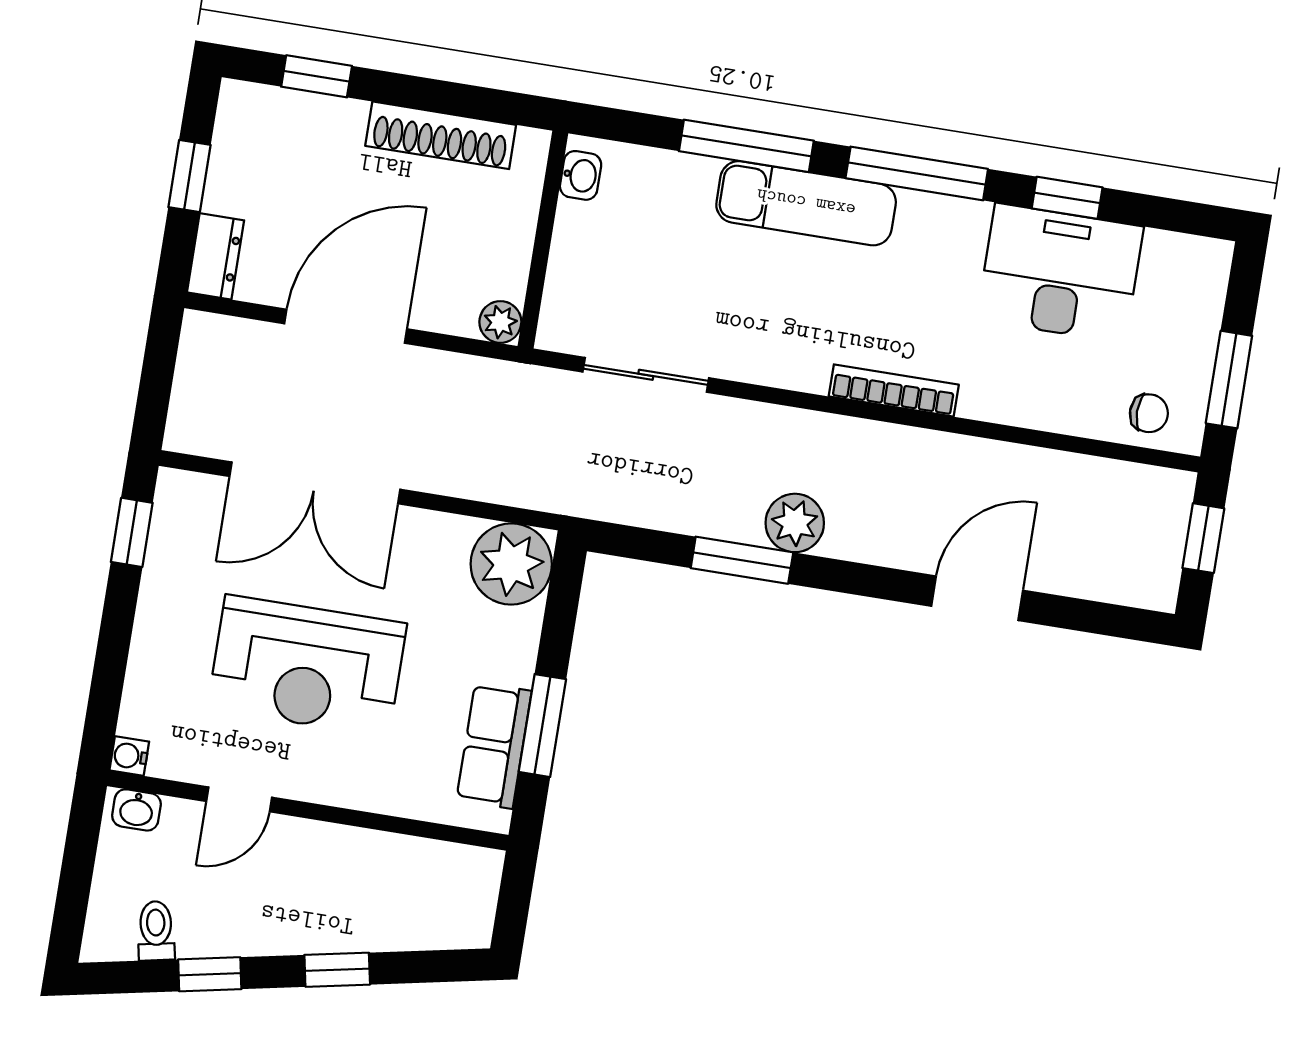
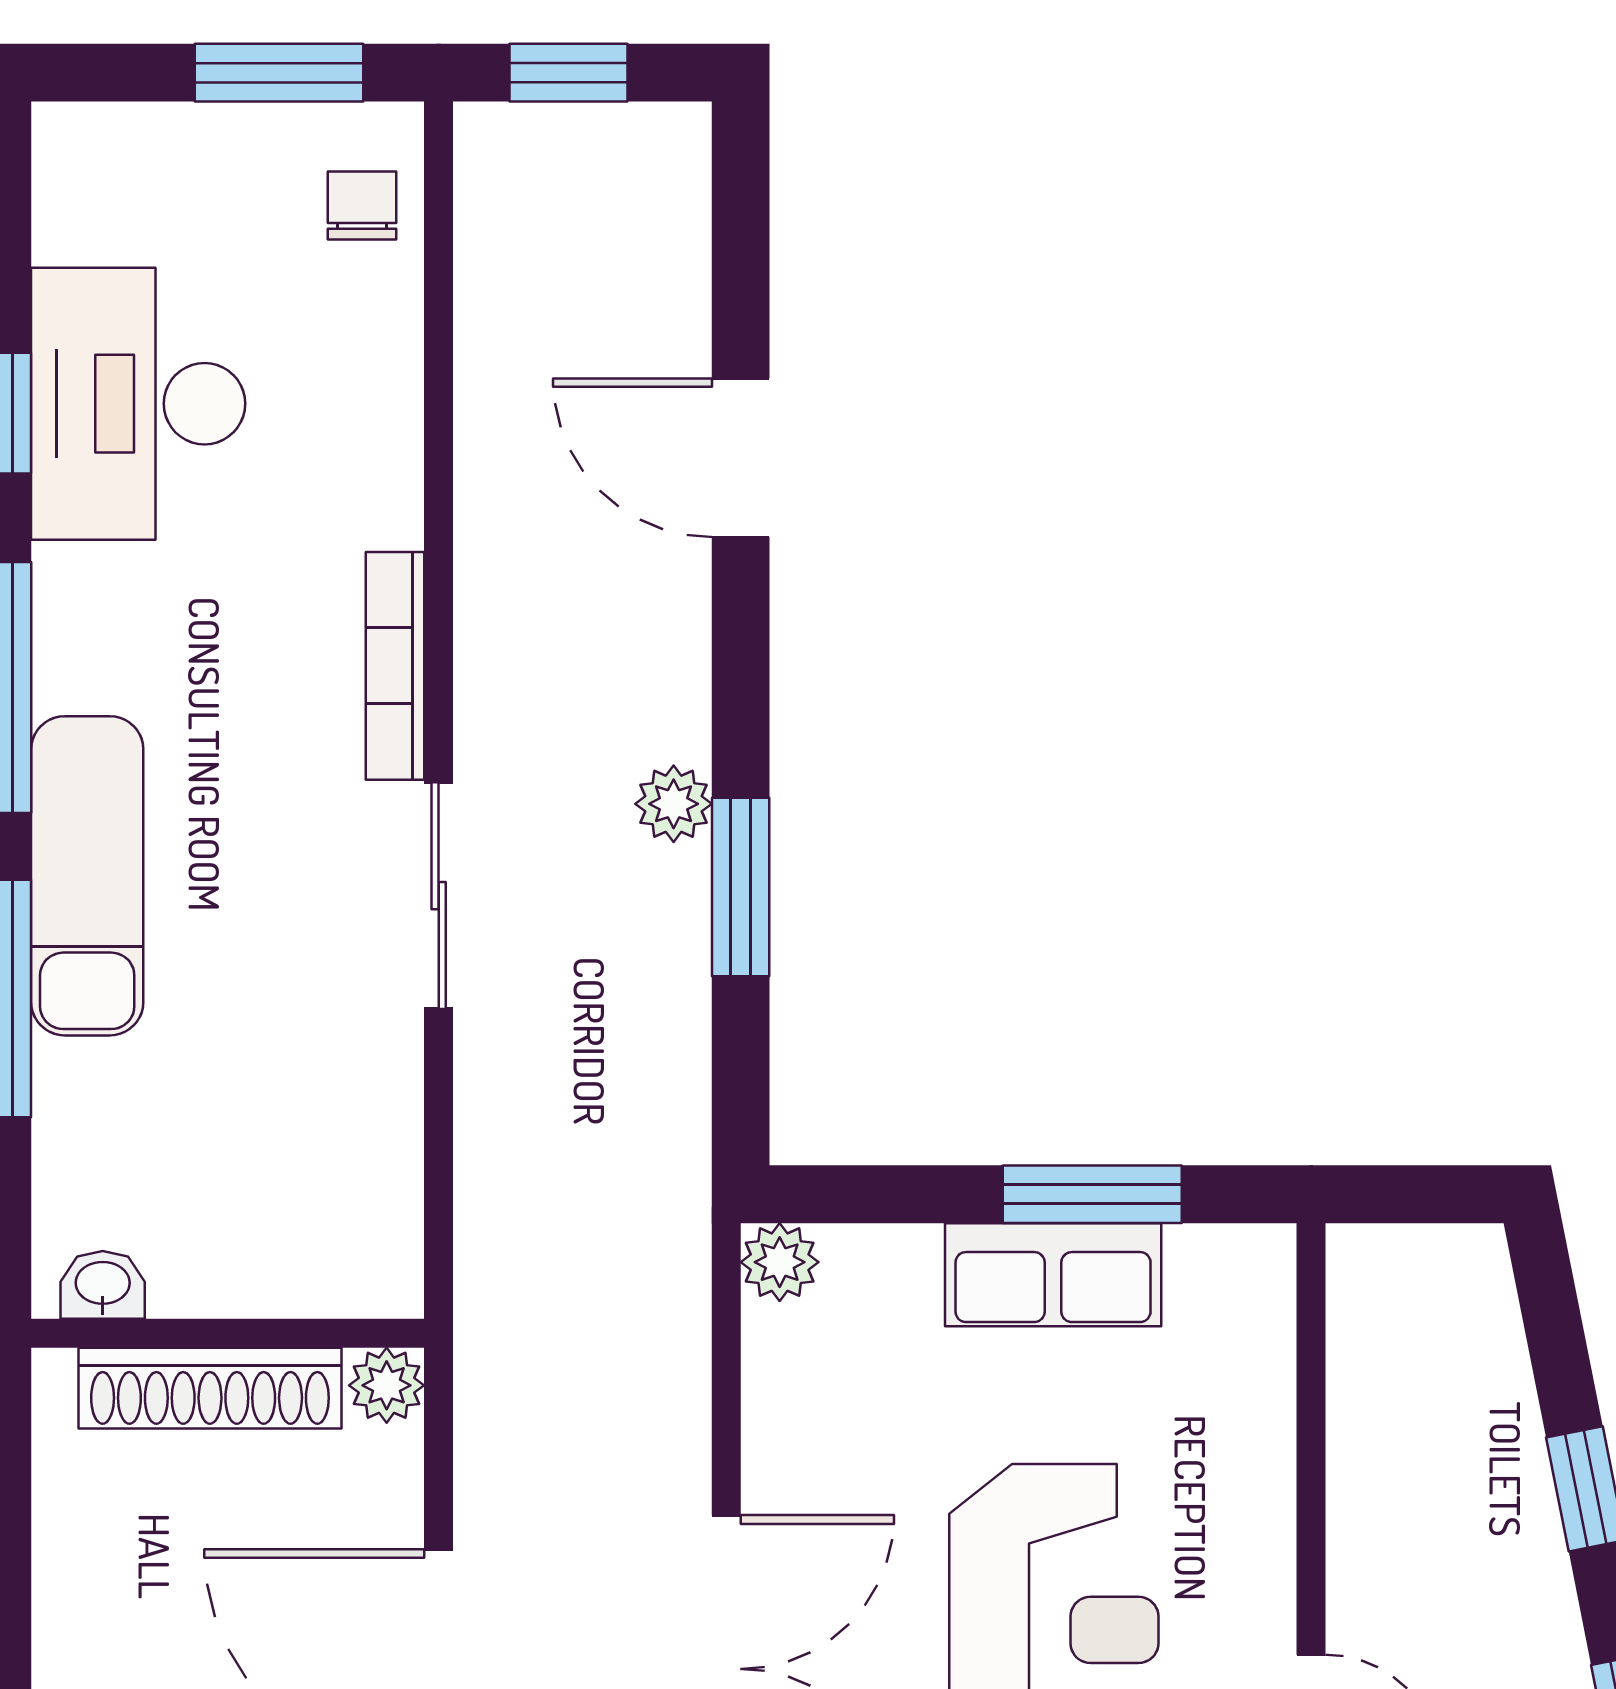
shoe rack: (441, 135) -> (210, 1388), moved, turned 90
sliding door: (646, 375) -> (439, 896), moved
plant: (795, 523) -> (674, 804), width x0.73, depth x0.73
plant: (511, 564) -> (780, 1262), width x0.53, depth x0.53
row of seats: (494, 745) -> (1053, 1275), moved

